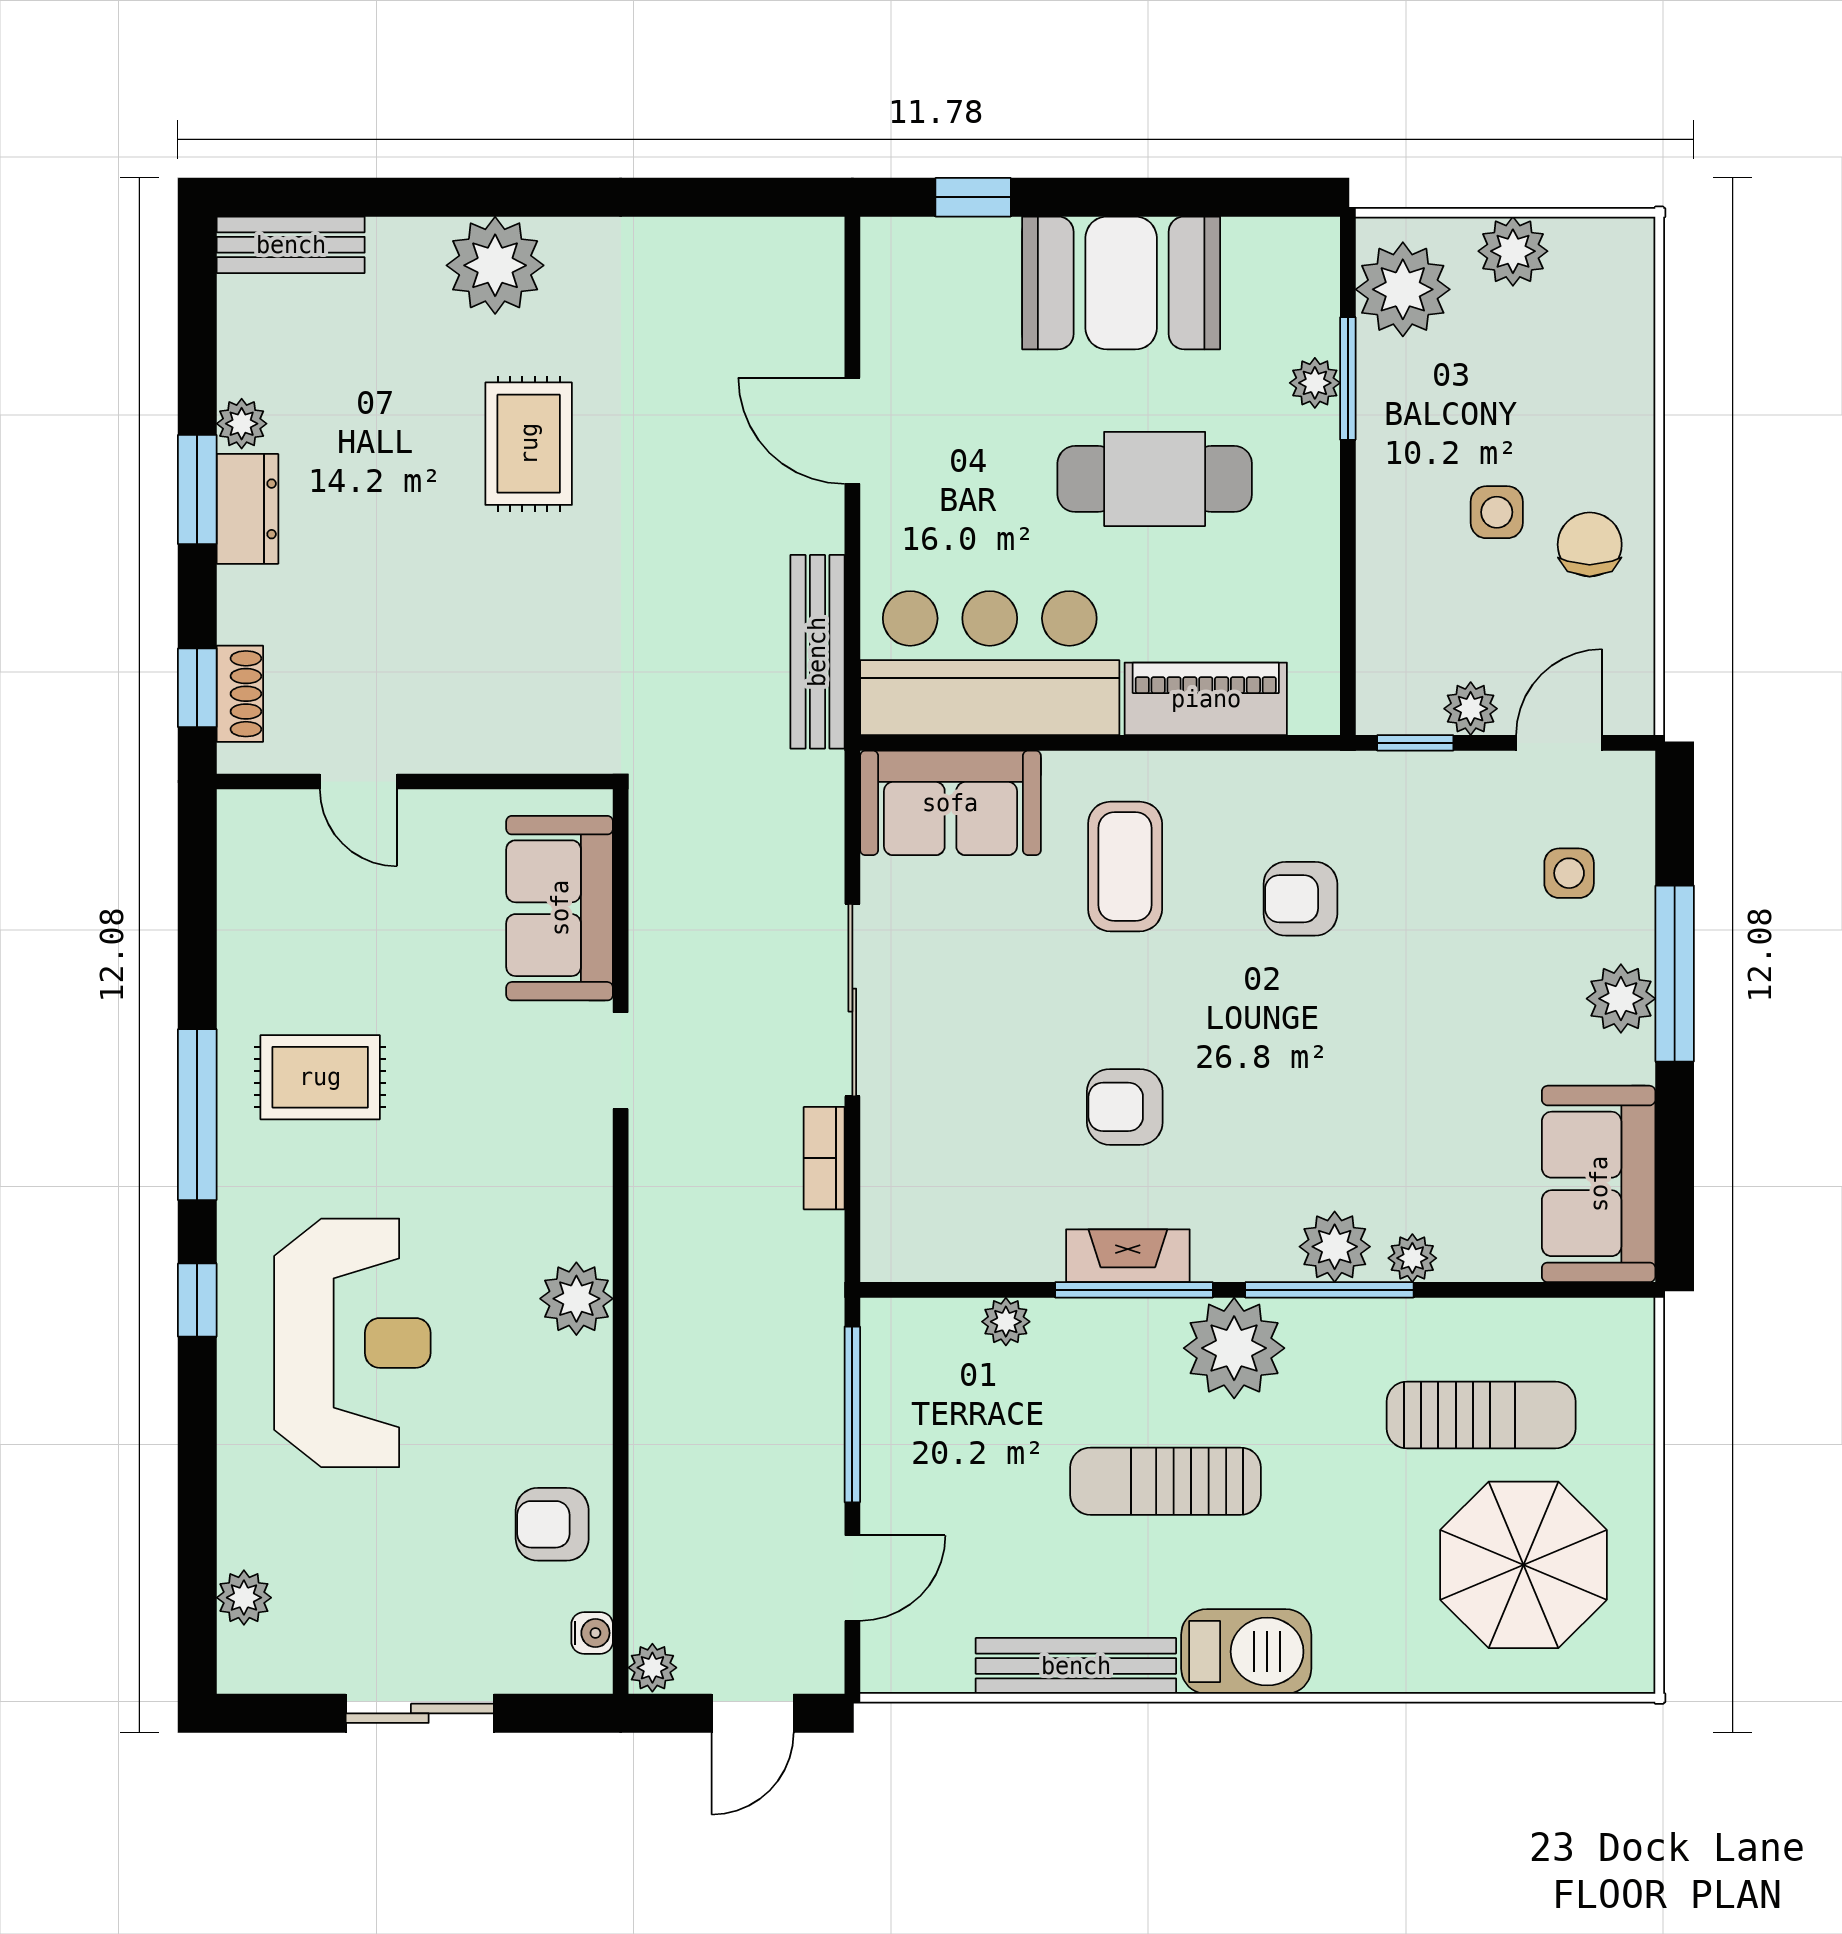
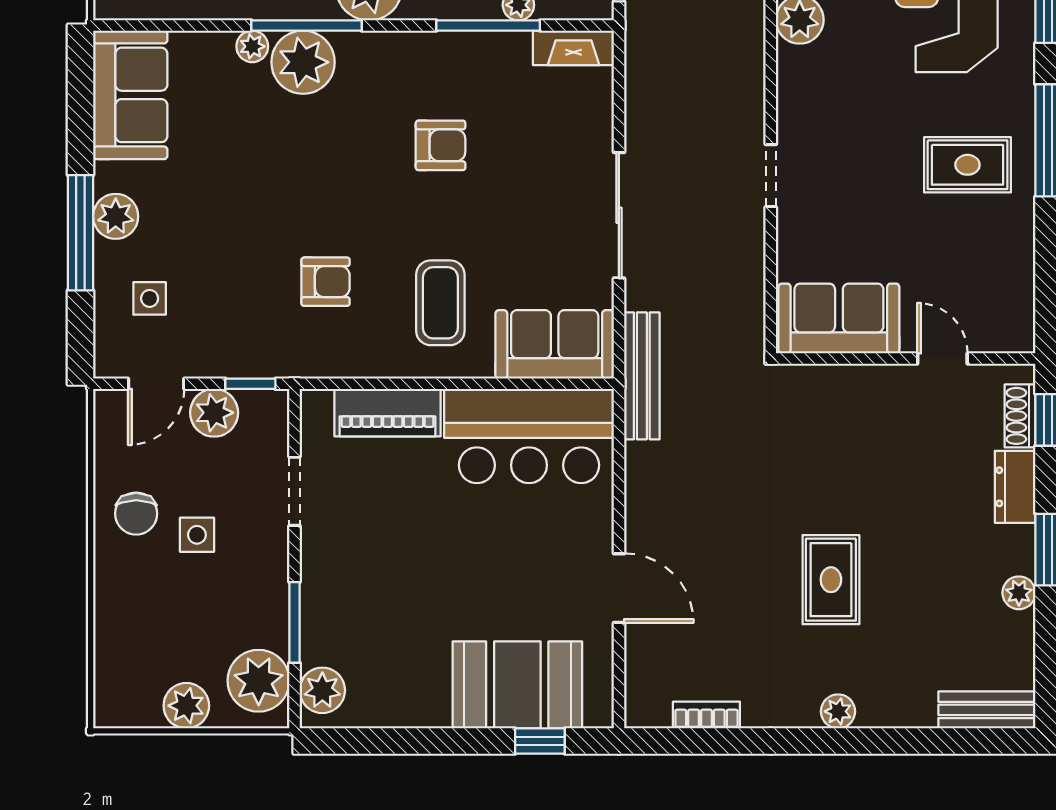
plant: (495, 265) -> (838, 711), width x0.53, depth x0.53
booth: (1121, 283) -> (517, 685), moved
plant: (1315, 383) -> (322, 690), moved, width x1.38, depth x1.38
cafe table: (1155, 479) -> (421, 557), removed
dresser: (247, 509) -> (1015, 487), moved
doorway: (1348, 579) -> (295, 491), added
bench: (817, 652) -> (642, 376), moved
plant: (1471, 709) -> (214, 413), width x1.38, depth x1.38
sofa: (560, 908) -> (839, 318), moved, turned -90
bookcase: (824, 1158) -> (706, 715), moved, turned -90
plant: (1335, 1247) -> (303, 62), width x1.36, depth x1.36
fireplace: (1128, 1256) -> (573, 48), moved
window: (1134, 1290) -> (488, 26), moved

